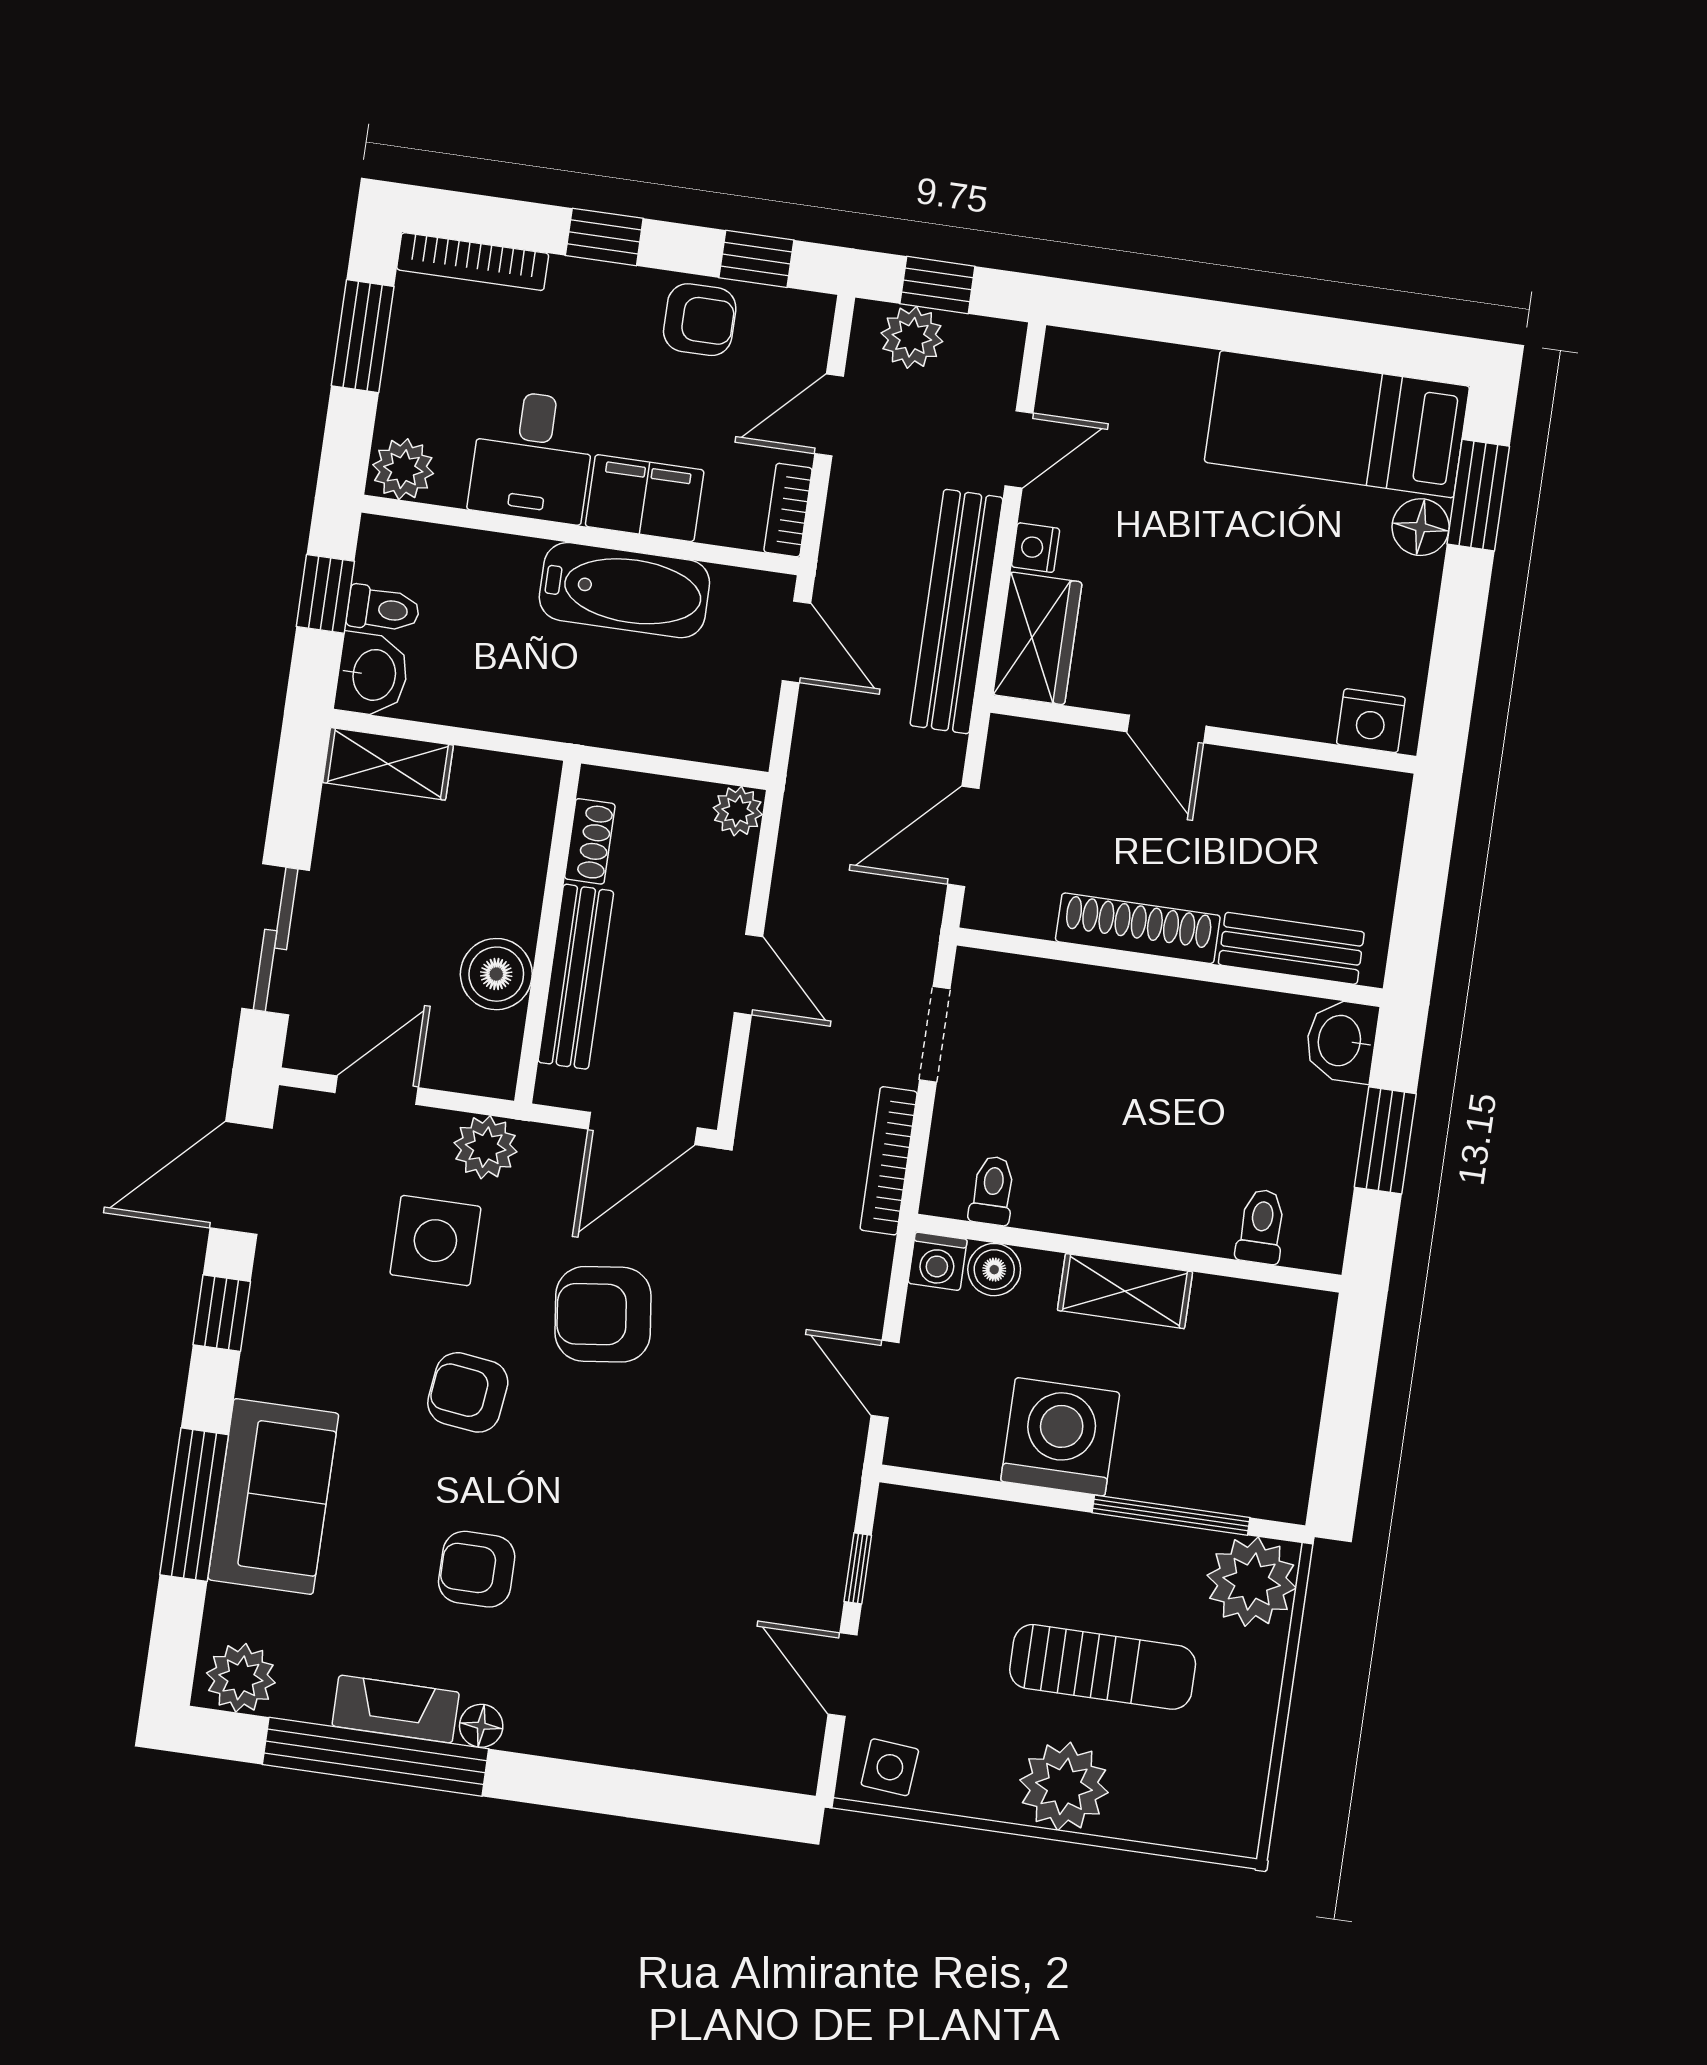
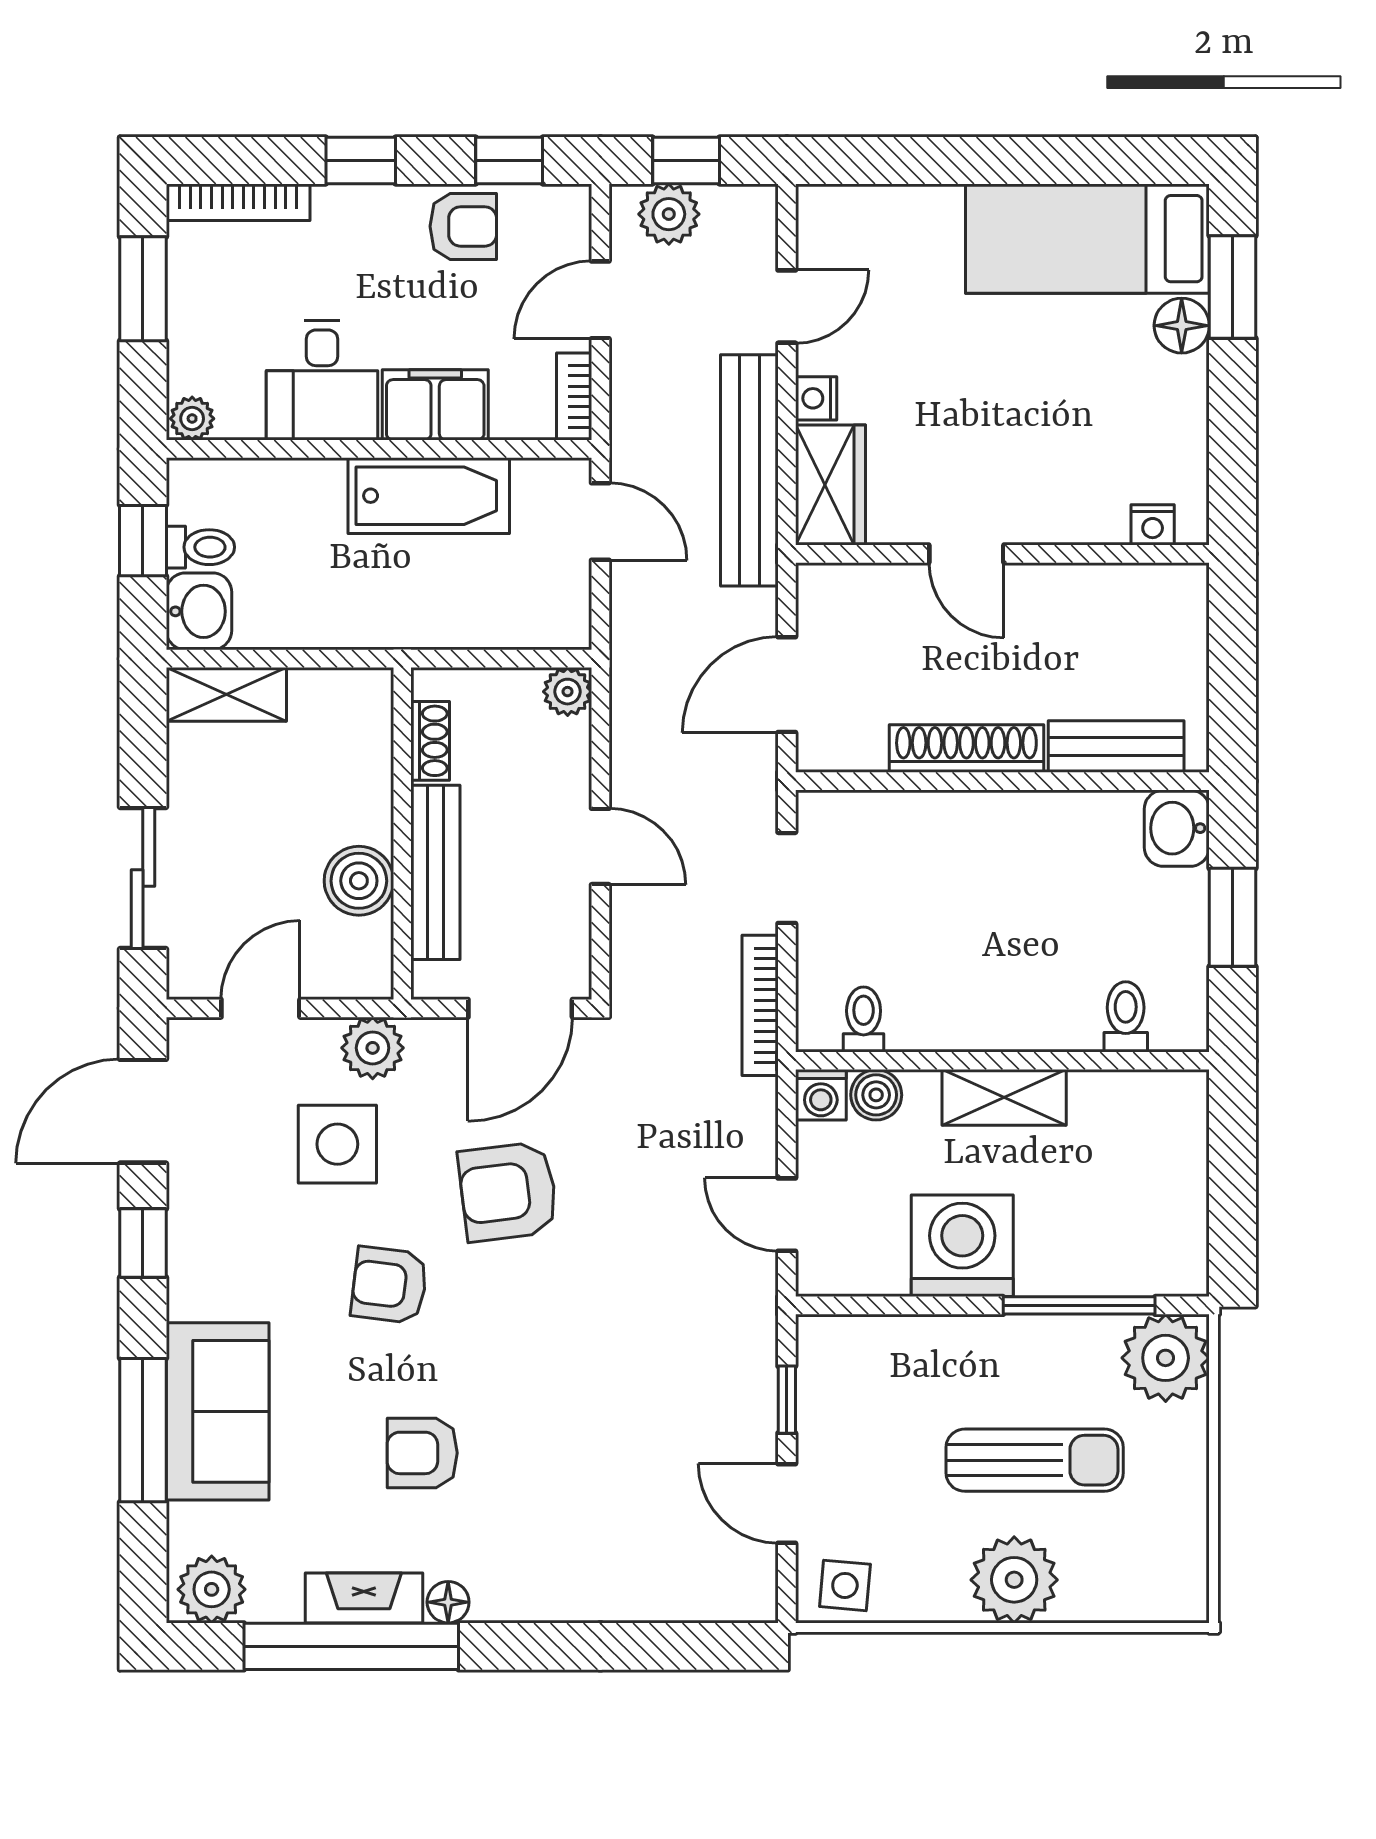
plant: (403, 469) -> (192, 419), width x0.73, depth x0.73
nightstand: (1371, 721) -> (1153, 525), width x0.72, depth x0.74

